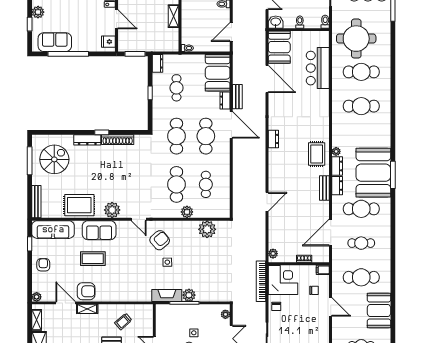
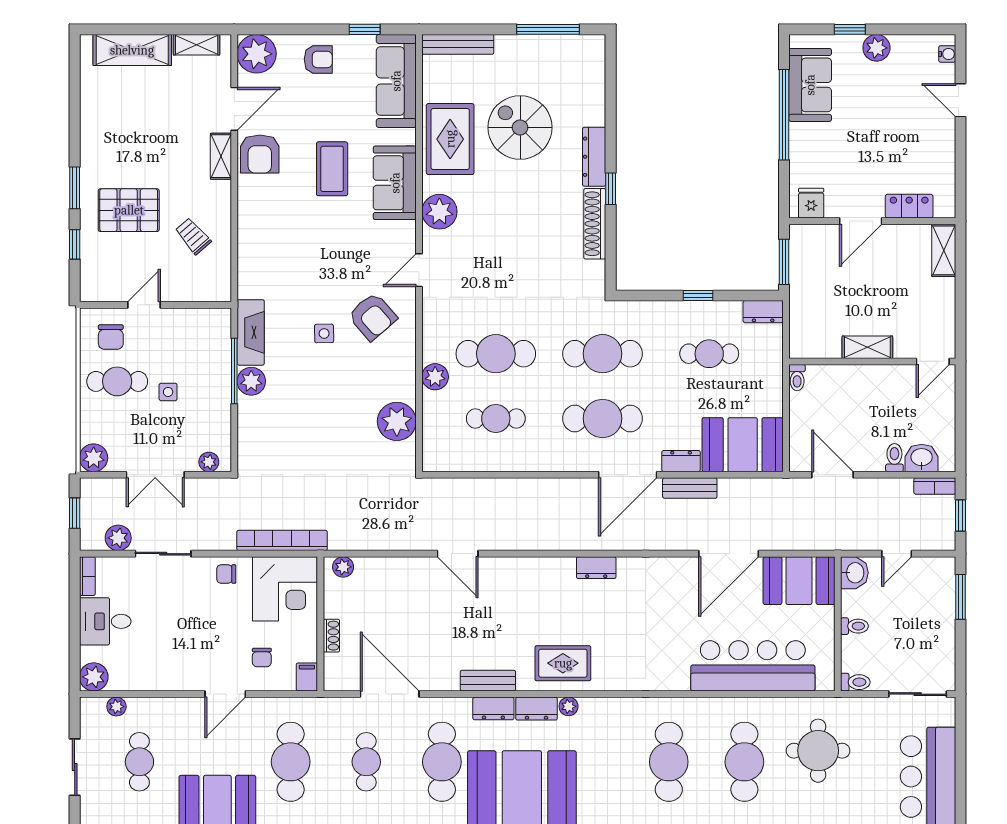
round table: (356, 39) -> (818, 751), width x0.73, depth x0.73
bar counter: (318, 68) -> (753, 666), width x1.36
spiral stairs: (54, 159) -> (520, 127), moved, turned 180
plant: (37, 297) -> (257, 54), width x1.87, depth x1.87

